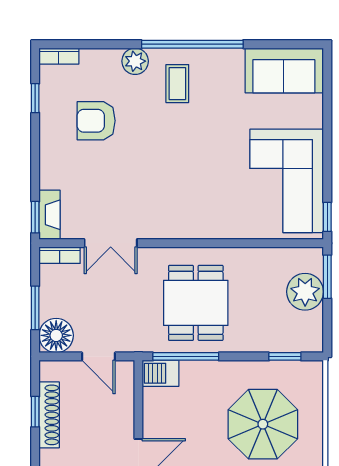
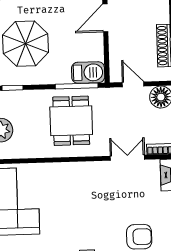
barbecue: (161, 373) -> (88, 72), width x1.38, depth x1.27

